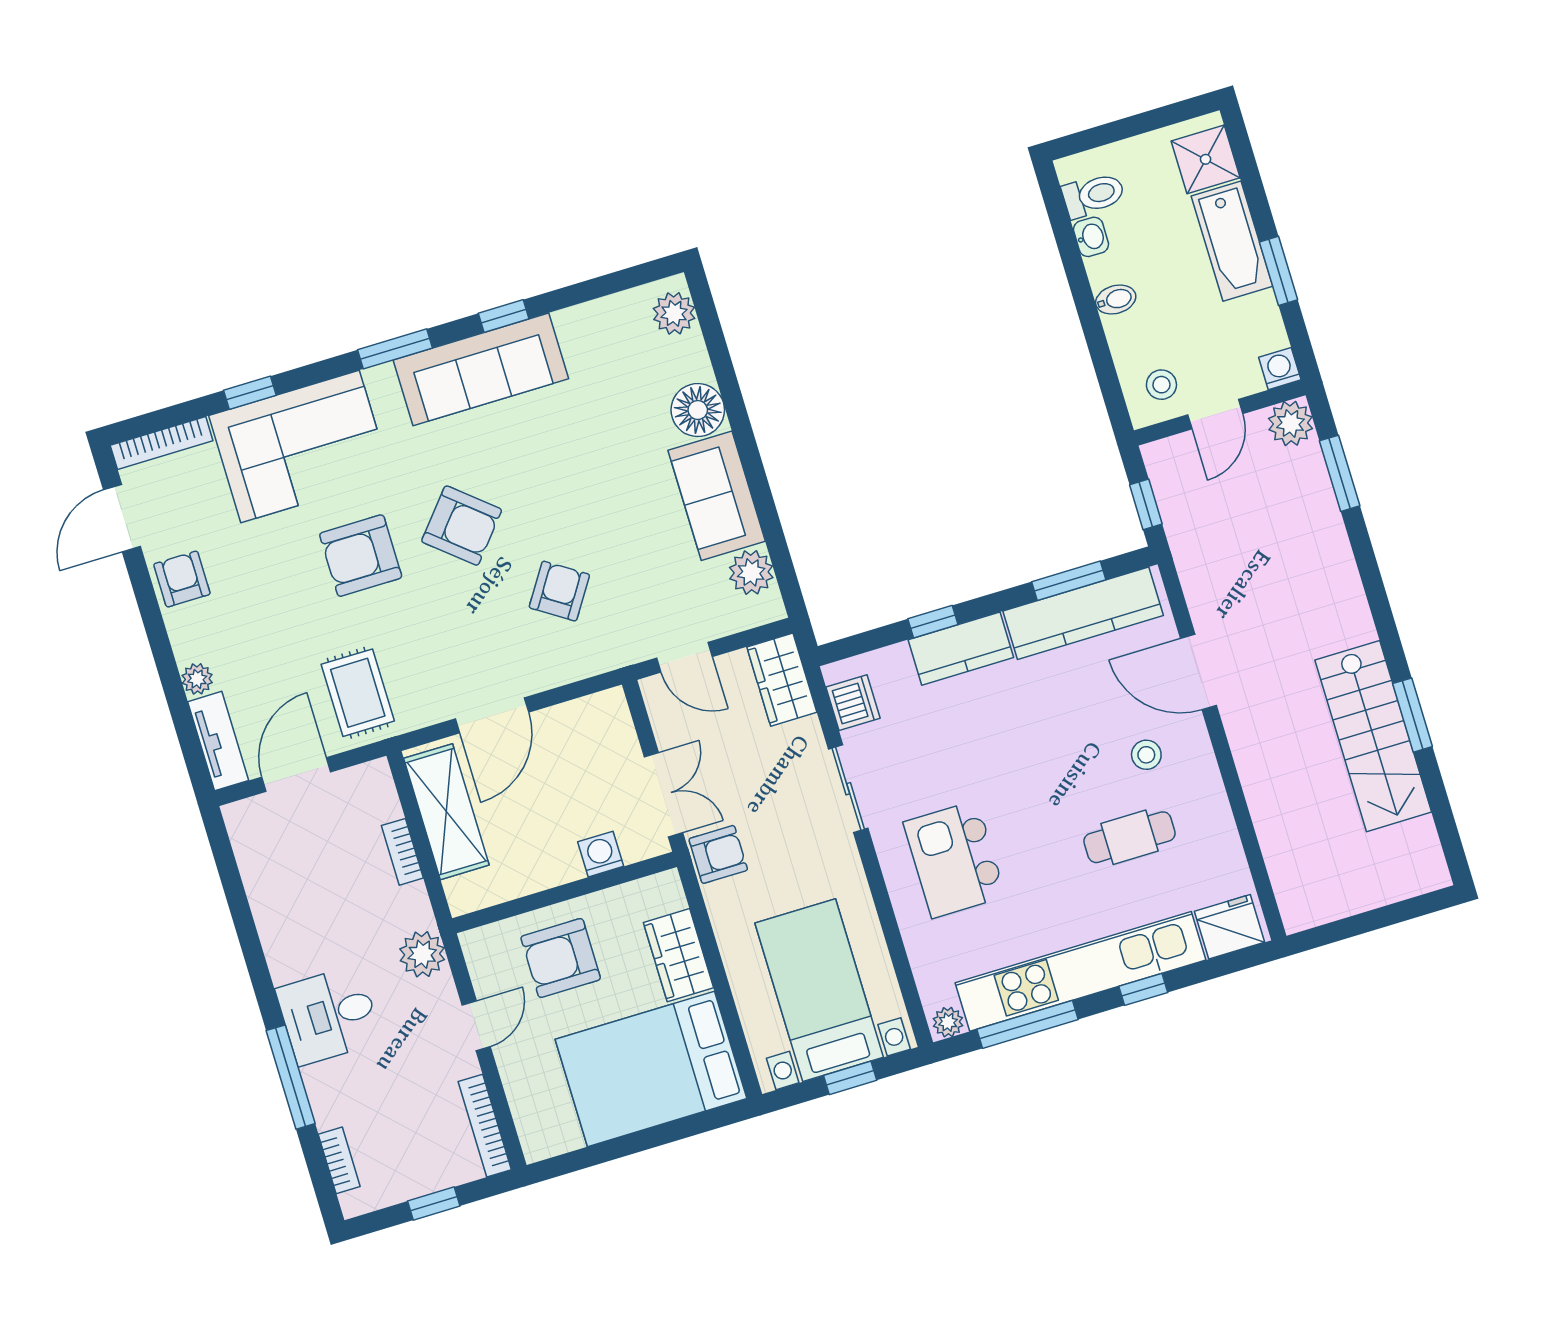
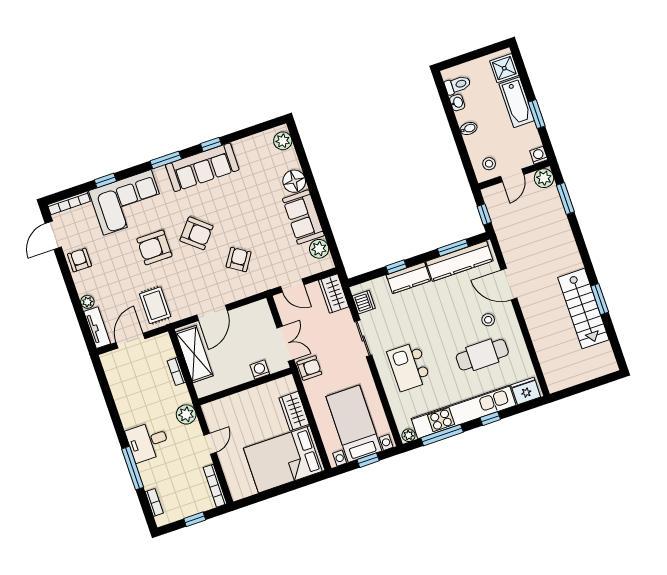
cafe table: (1129, 837) -> (482, 355), width x1.37, depth x1.35
armchair: (561, 958) -> (244, 414), removed

